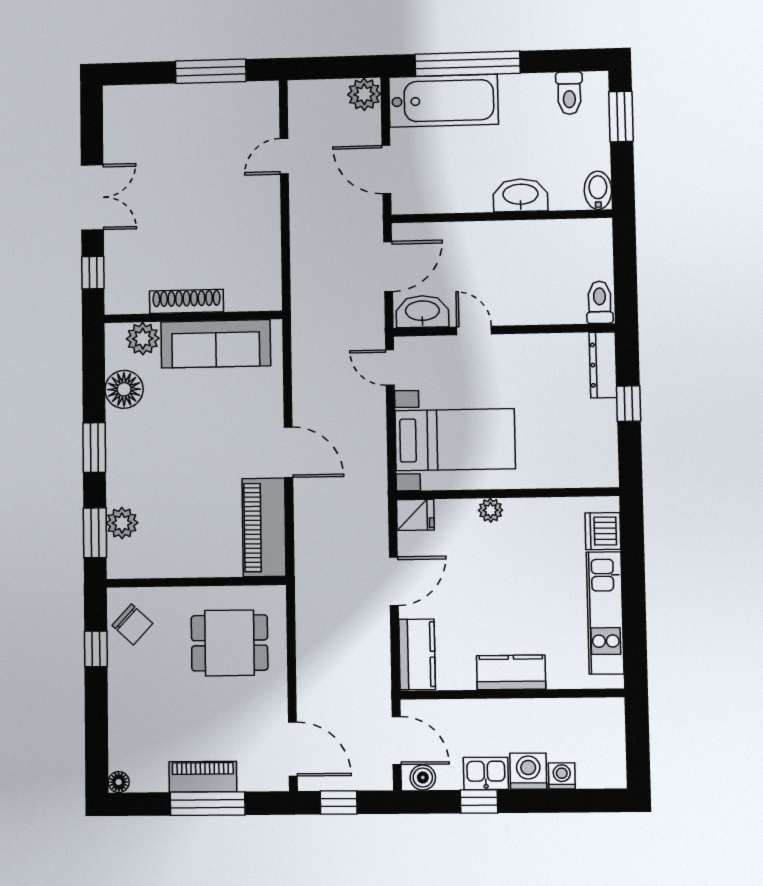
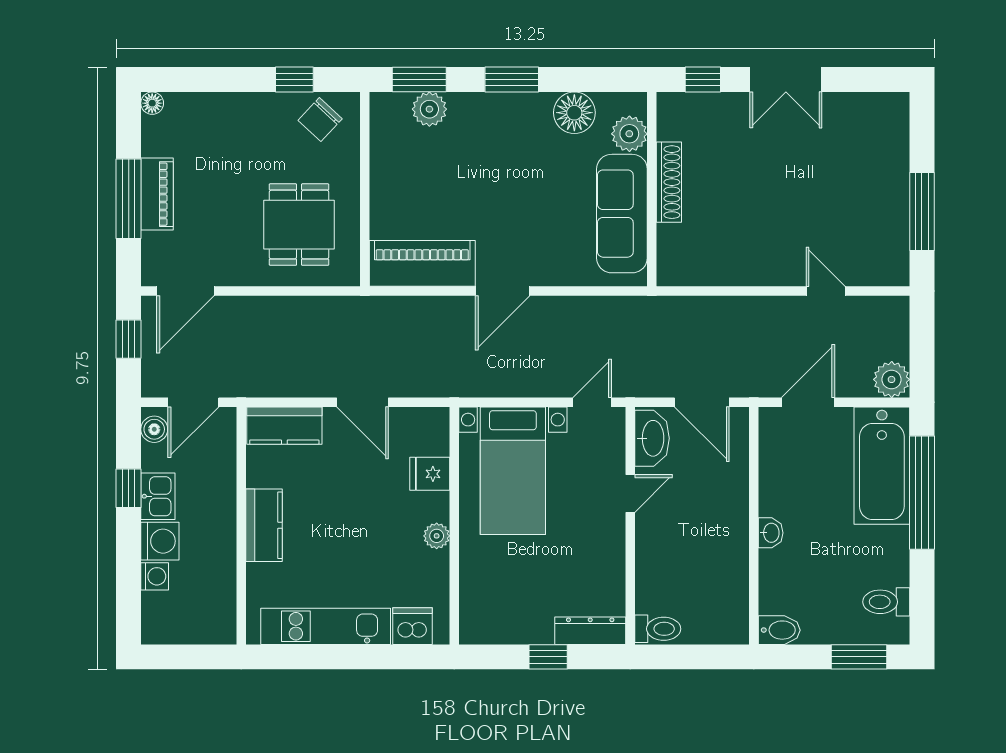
washbasin: (520, 195) -> (771, 533), width x0.52, depth x0.69
plant: (491, 510) -> (437, 536), moved
fridge: (415, 515) -> (430, 474), moved, turned 90

